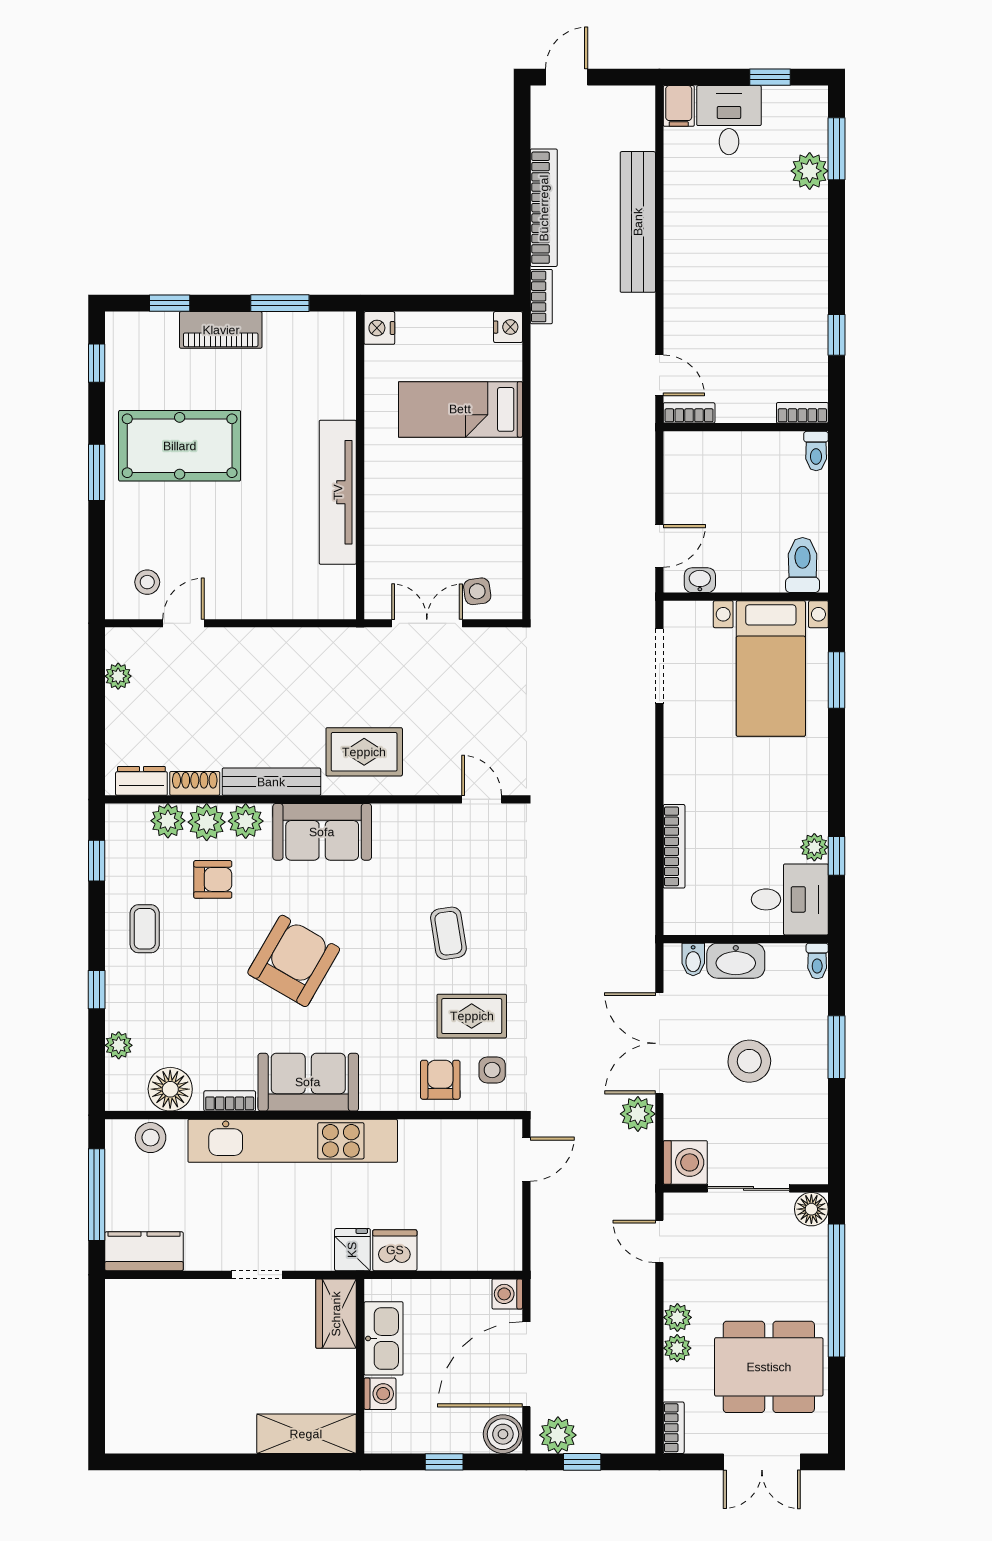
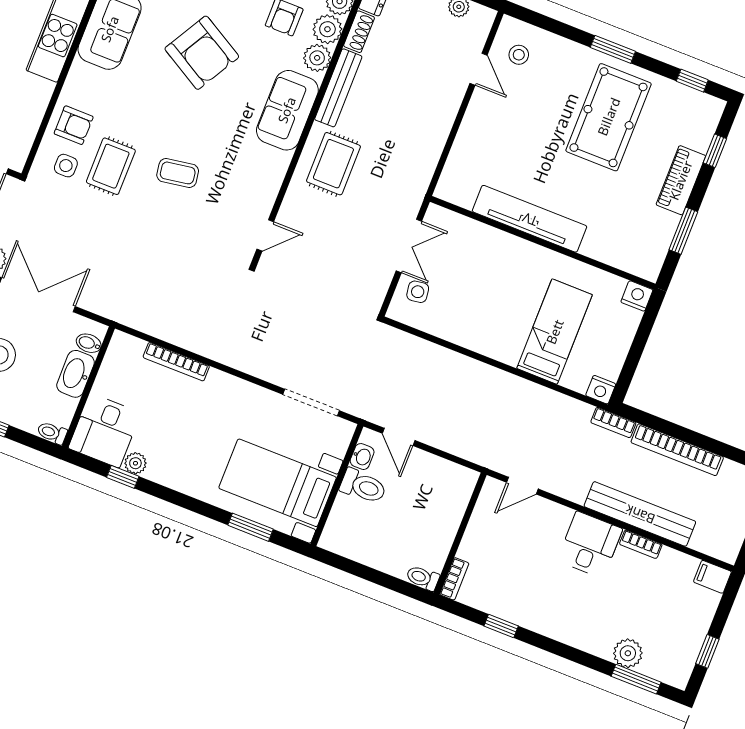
desk: (729, 120) -> (590, 545), moved, turned -90
bookcase: (689, 413) -> (641, 544), moved, turned 90
toilet: (803, 565) -> (363, 486), moved

